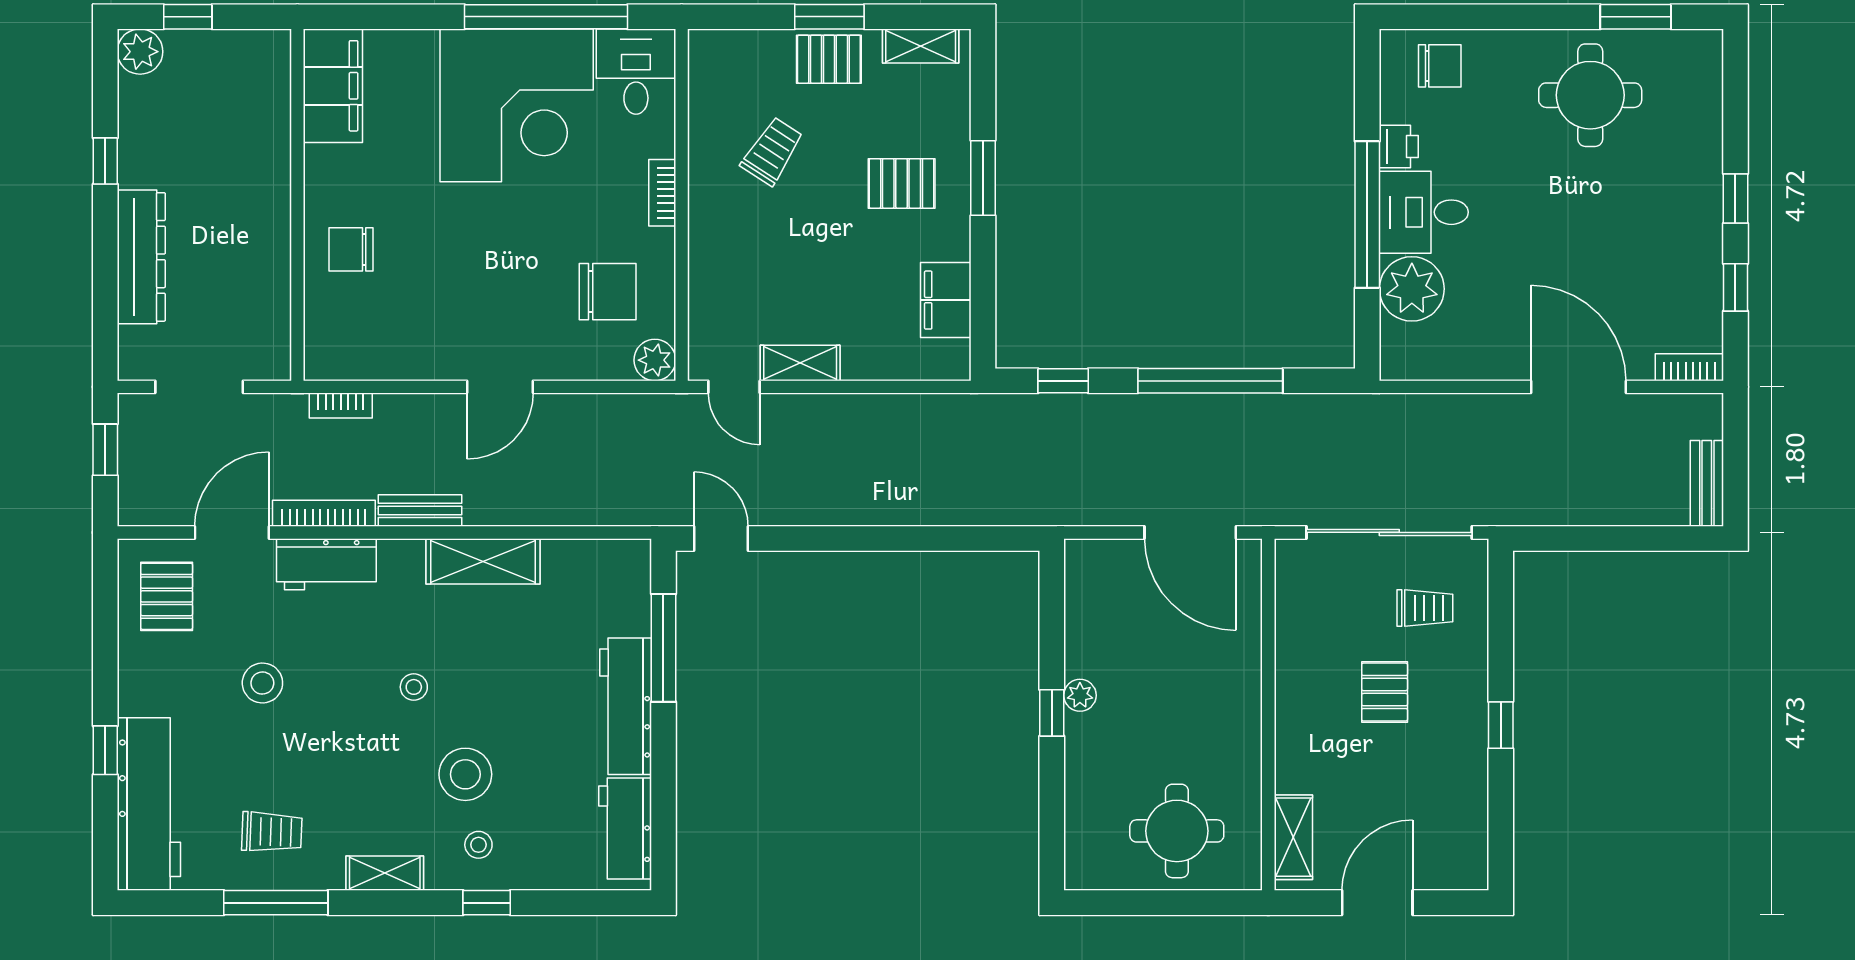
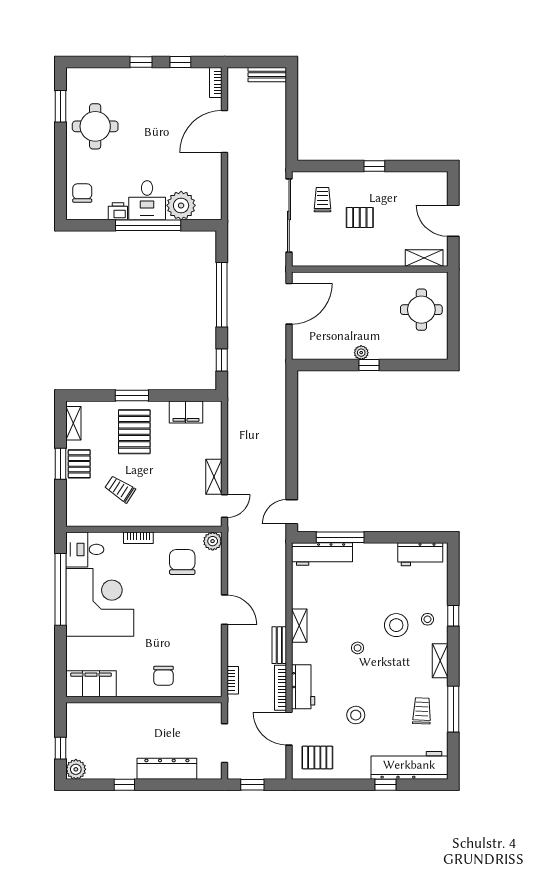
pallet: (902, 183) -> (134, 432), width x1.50, depth x1.42
shelving: (483, 561) -> (299, 626), width x0.67, depth x0.75
workbench: (626, 706) -> (322, 554), moved

